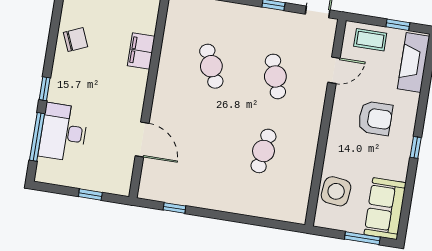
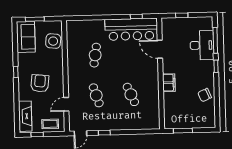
filing cabinet: (141, 51) -> (169, 83), moved
armchair: (375, 118) -> (40, 83), turned 96
bar counter: (188, 186) -> (131, 29), added

